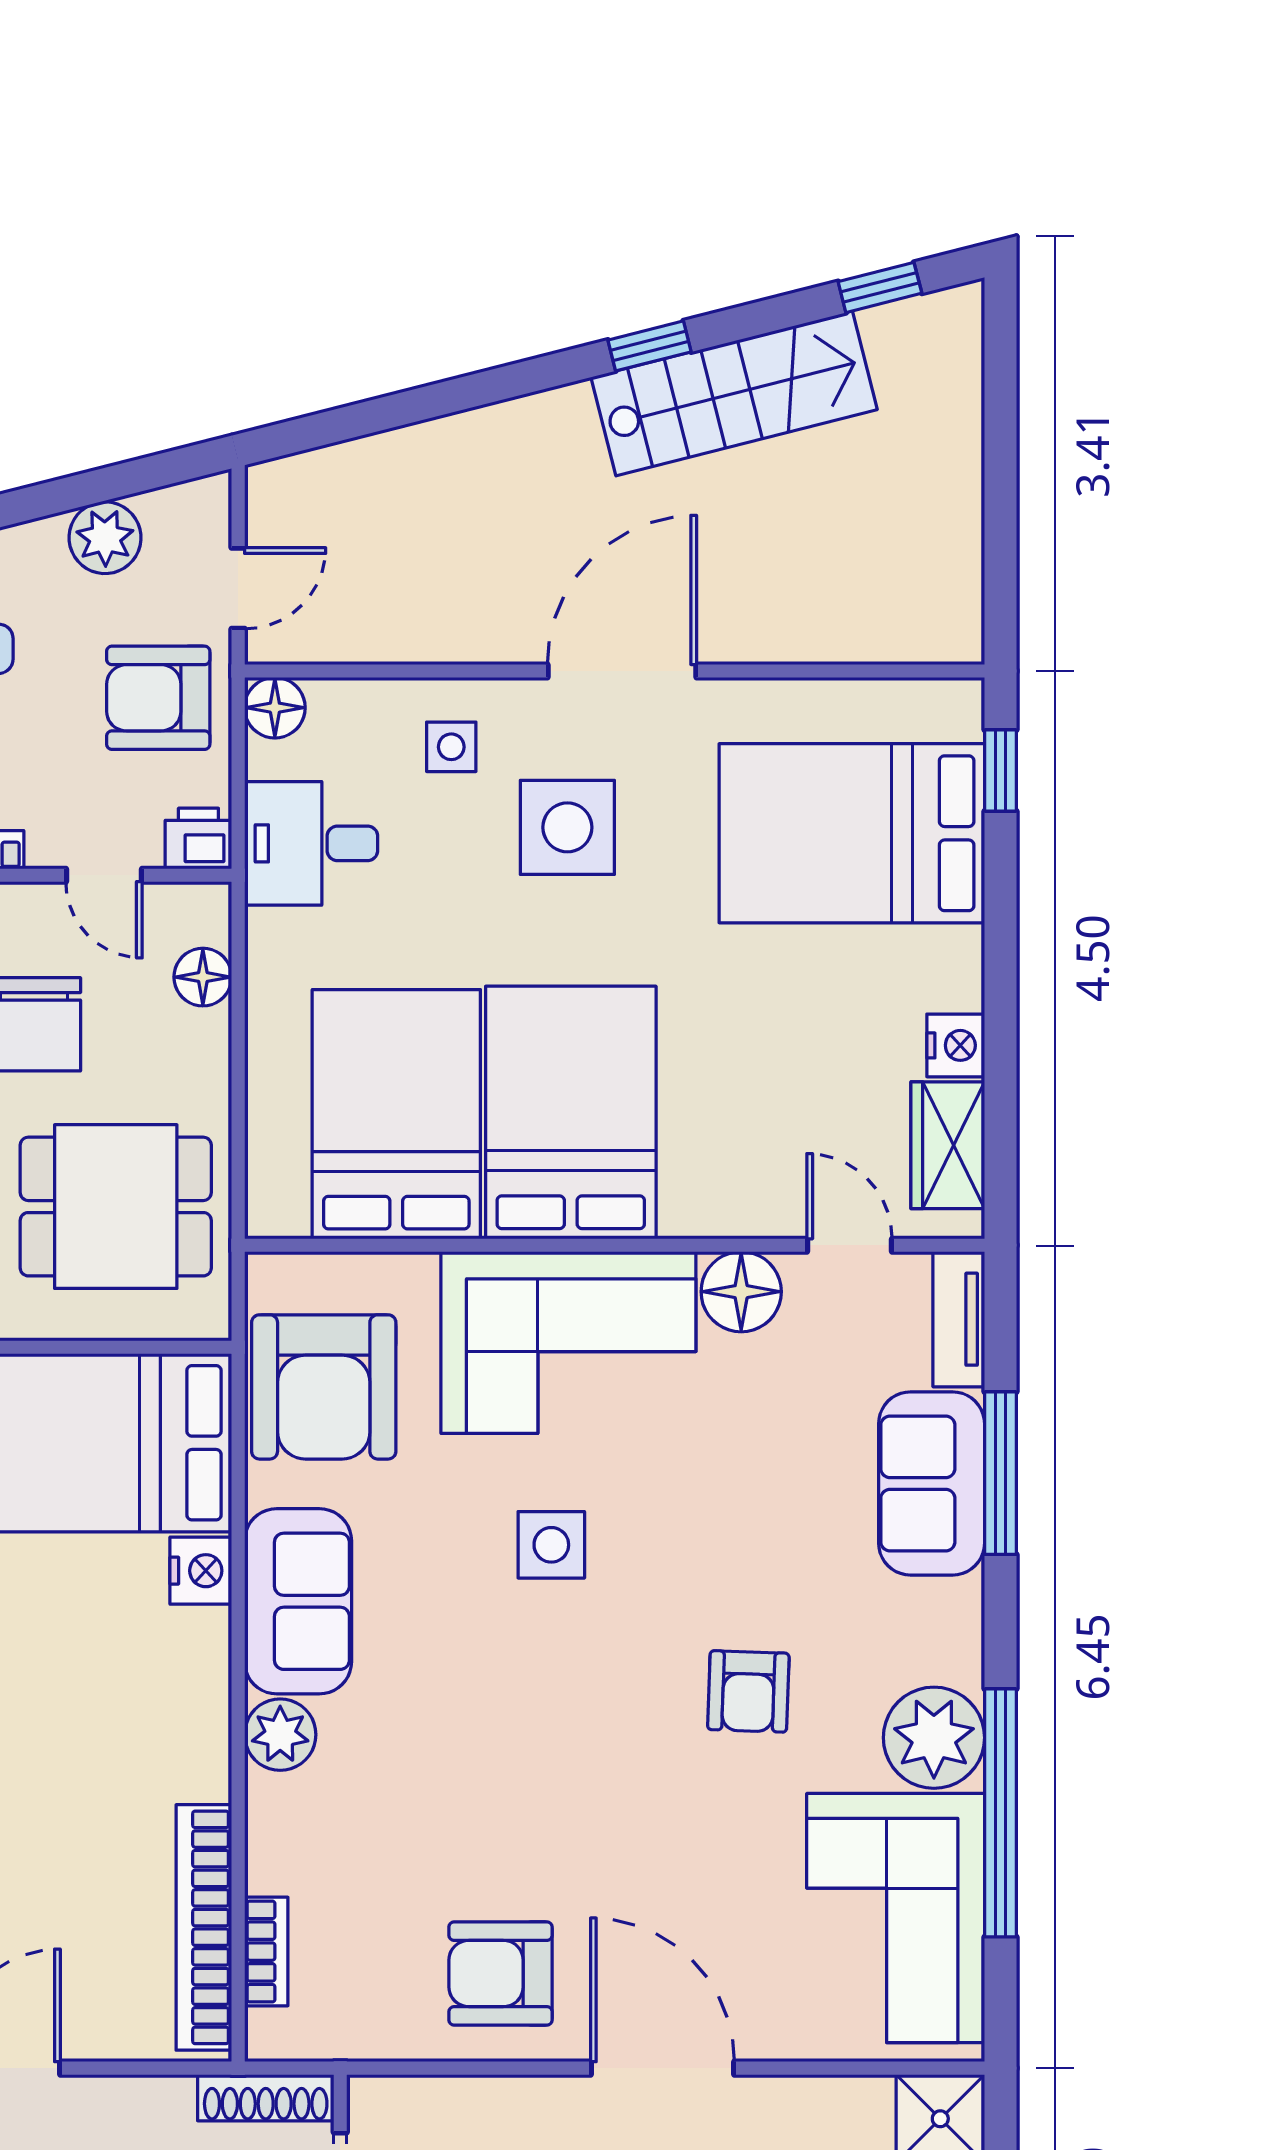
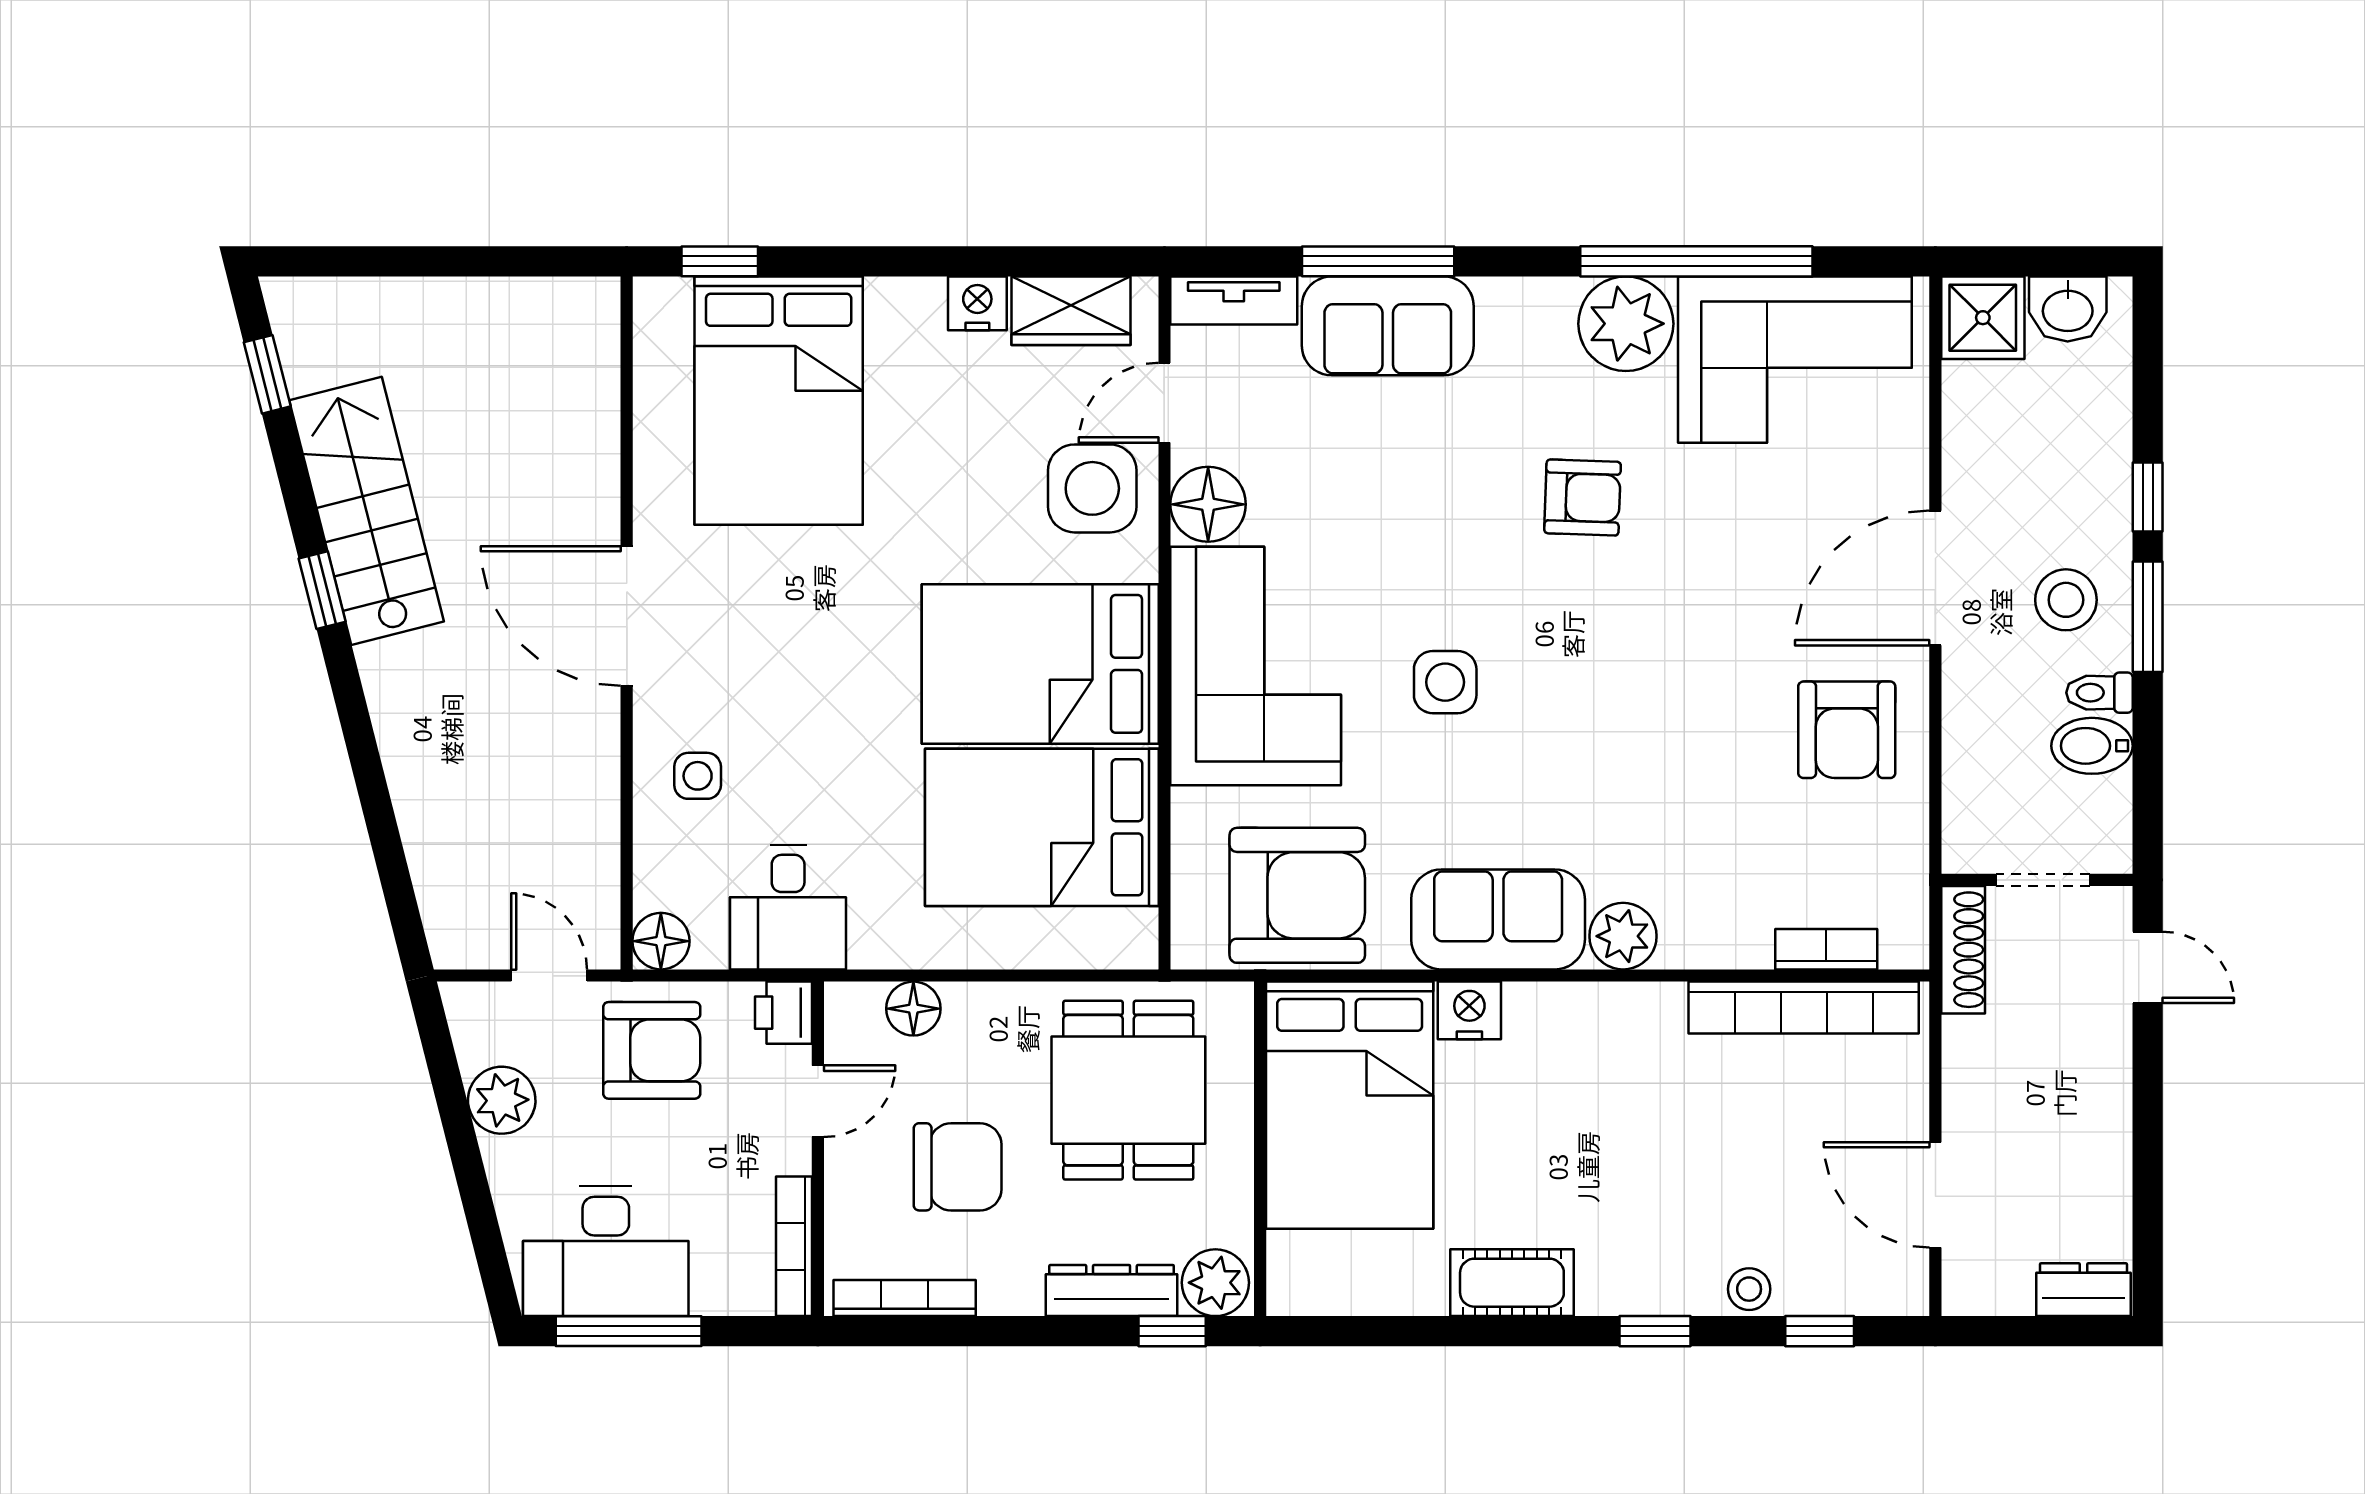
armchair: (158, 698) -> (652, 1050), turned -90
side table: (567, 827) -> (1092, 488), moved

